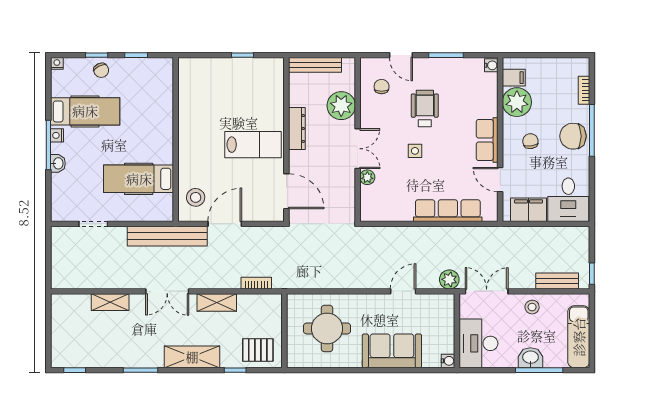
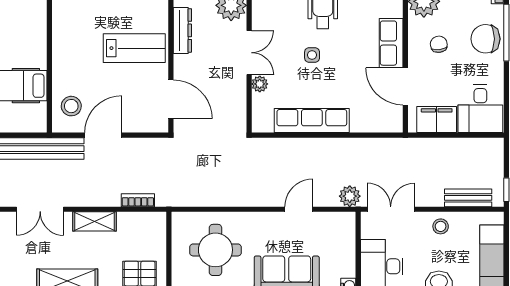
door: (500, 180) -> (405, 86), width x1.38
row of seats: (448, 211) -> (312, 121), moved

